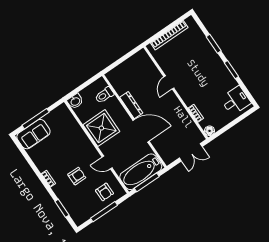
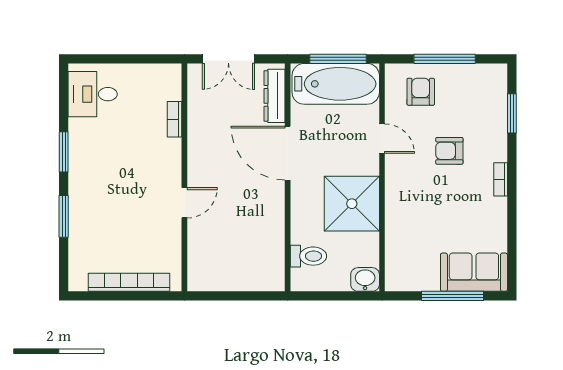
dresser: (131, 105) -> (274, 96), moved
floor lamp: (210, 131) -> (172, 73), removed
double door: (191, 152) -> (228, 59), swing flipped

